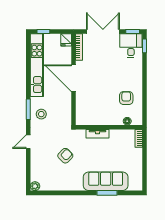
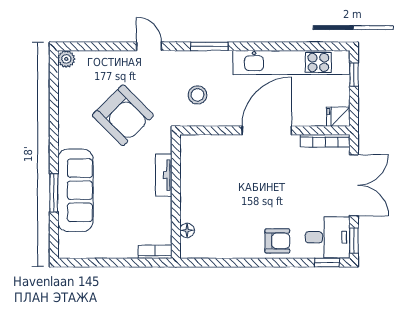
armchair: (126, 98) -> (277, 241), moved
stool: (41, 114) -> (197, 95), moved
armchair: (65, 156) -> (123, 115), width x1.88, depth x1.88

